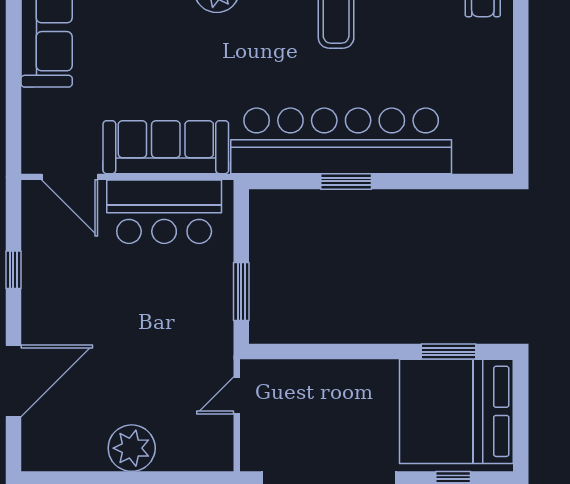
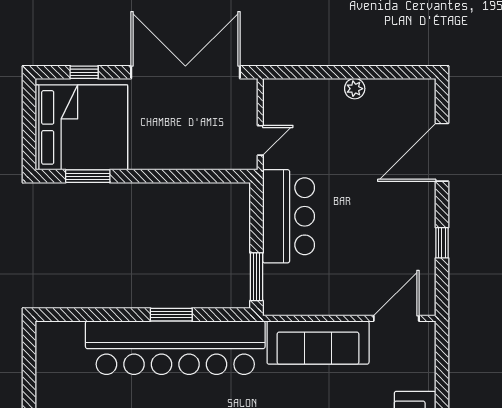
door: (70, 177) -> (396, 318), hinge flipped
bar counter: (164, 212) -> (289, 216), moved, turned 90
window: (241, 291) -> (257, 277), moved
plant: (132, 448) -> (355, 89), width x0.53, depth x0.53

